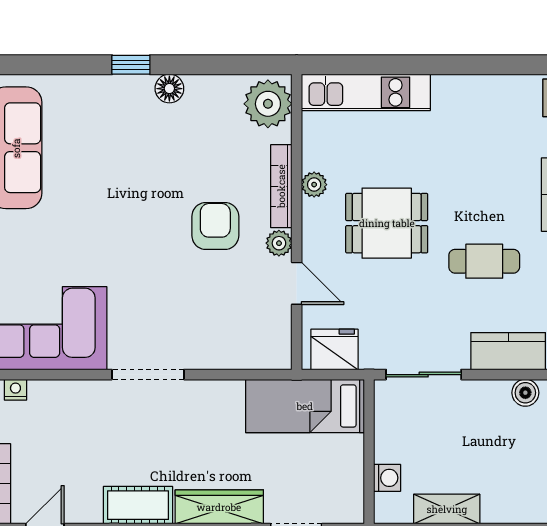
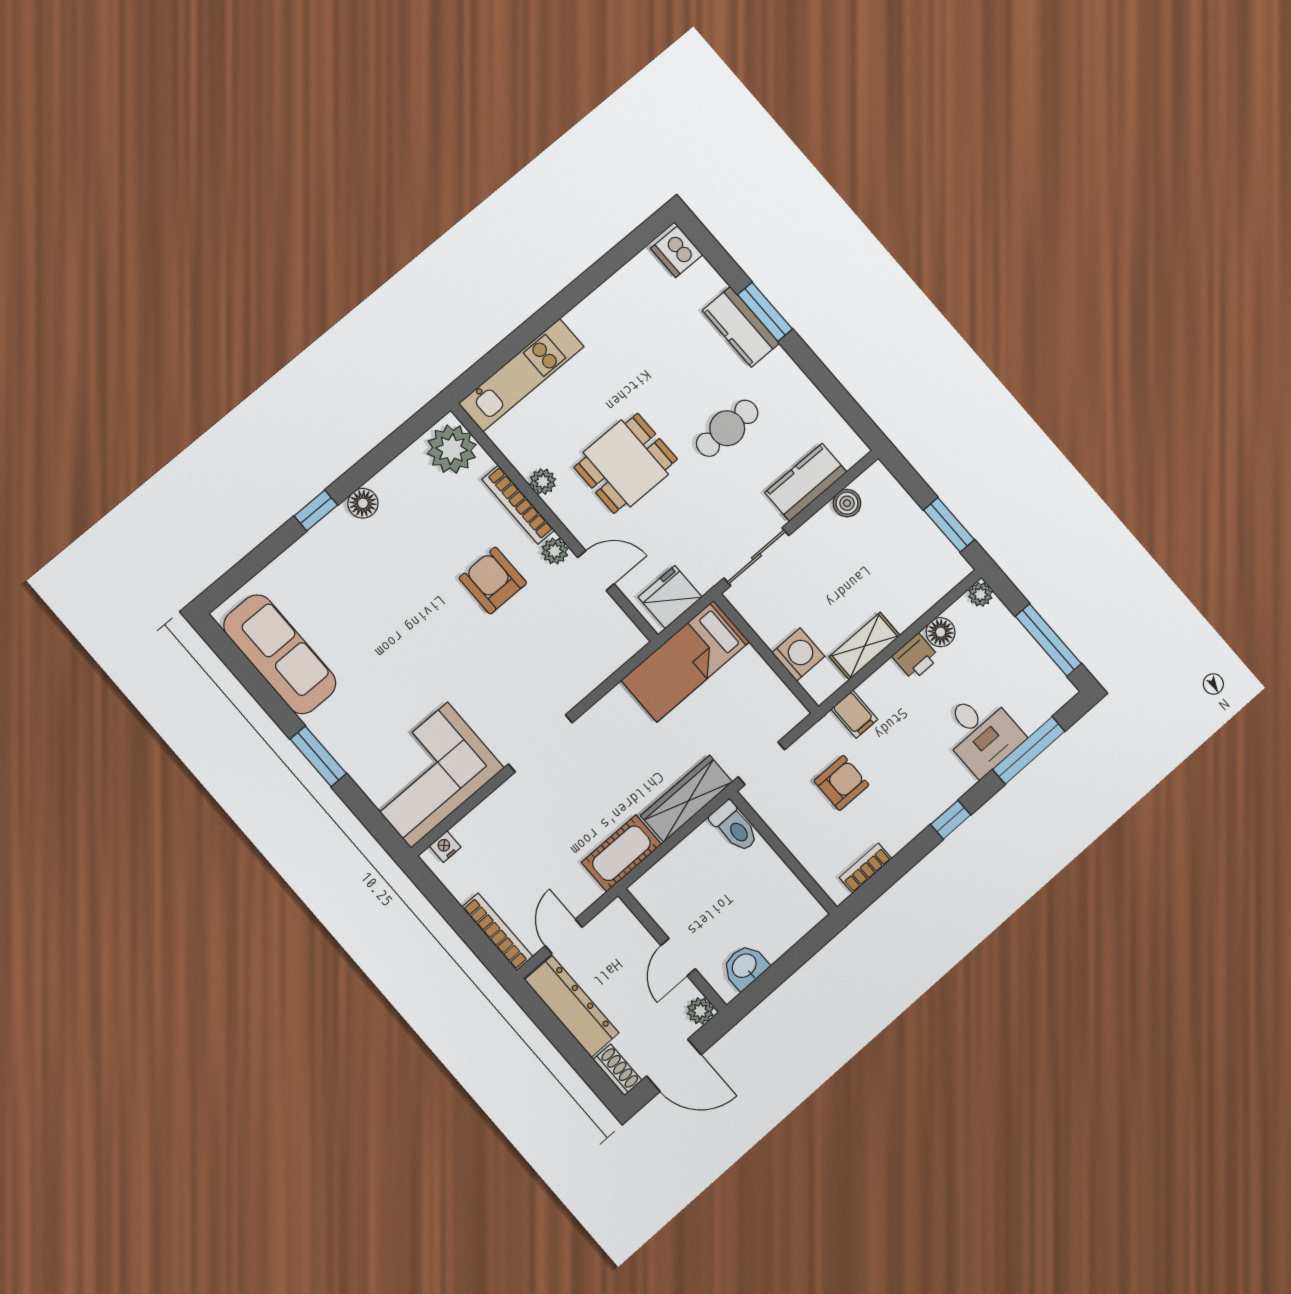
washing machine: (387, 478) -> (798, 654), width x1.38, depth x1.38

